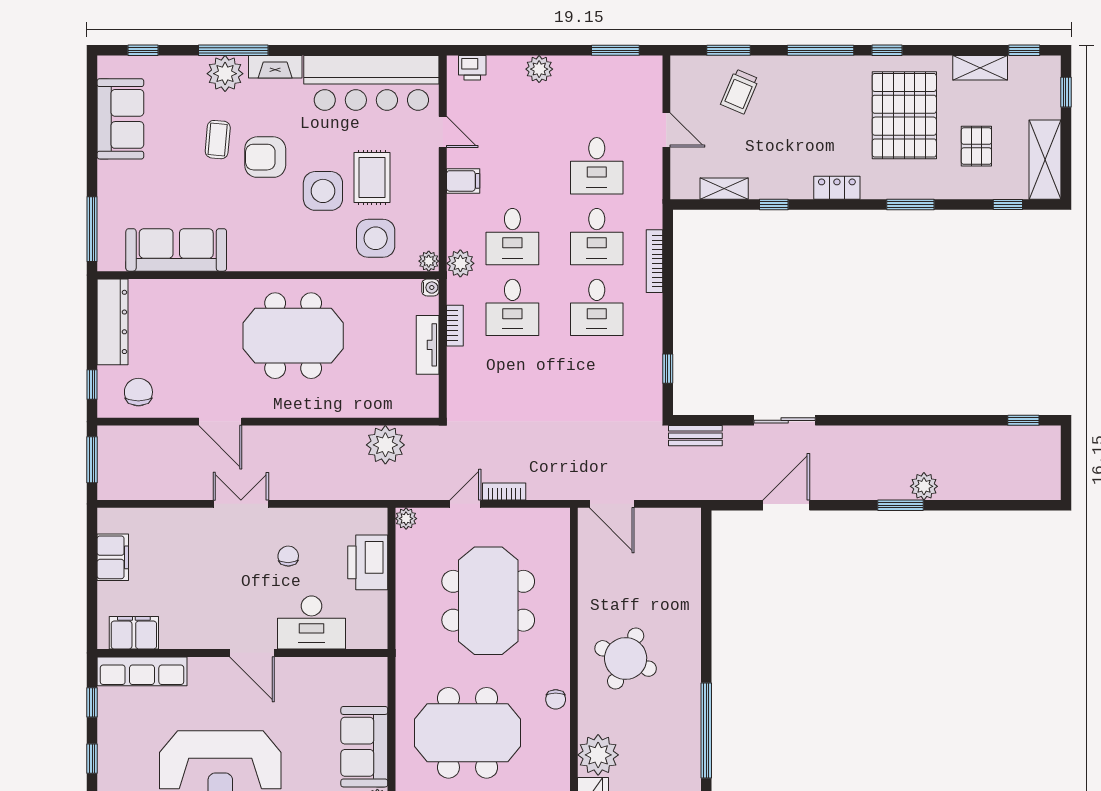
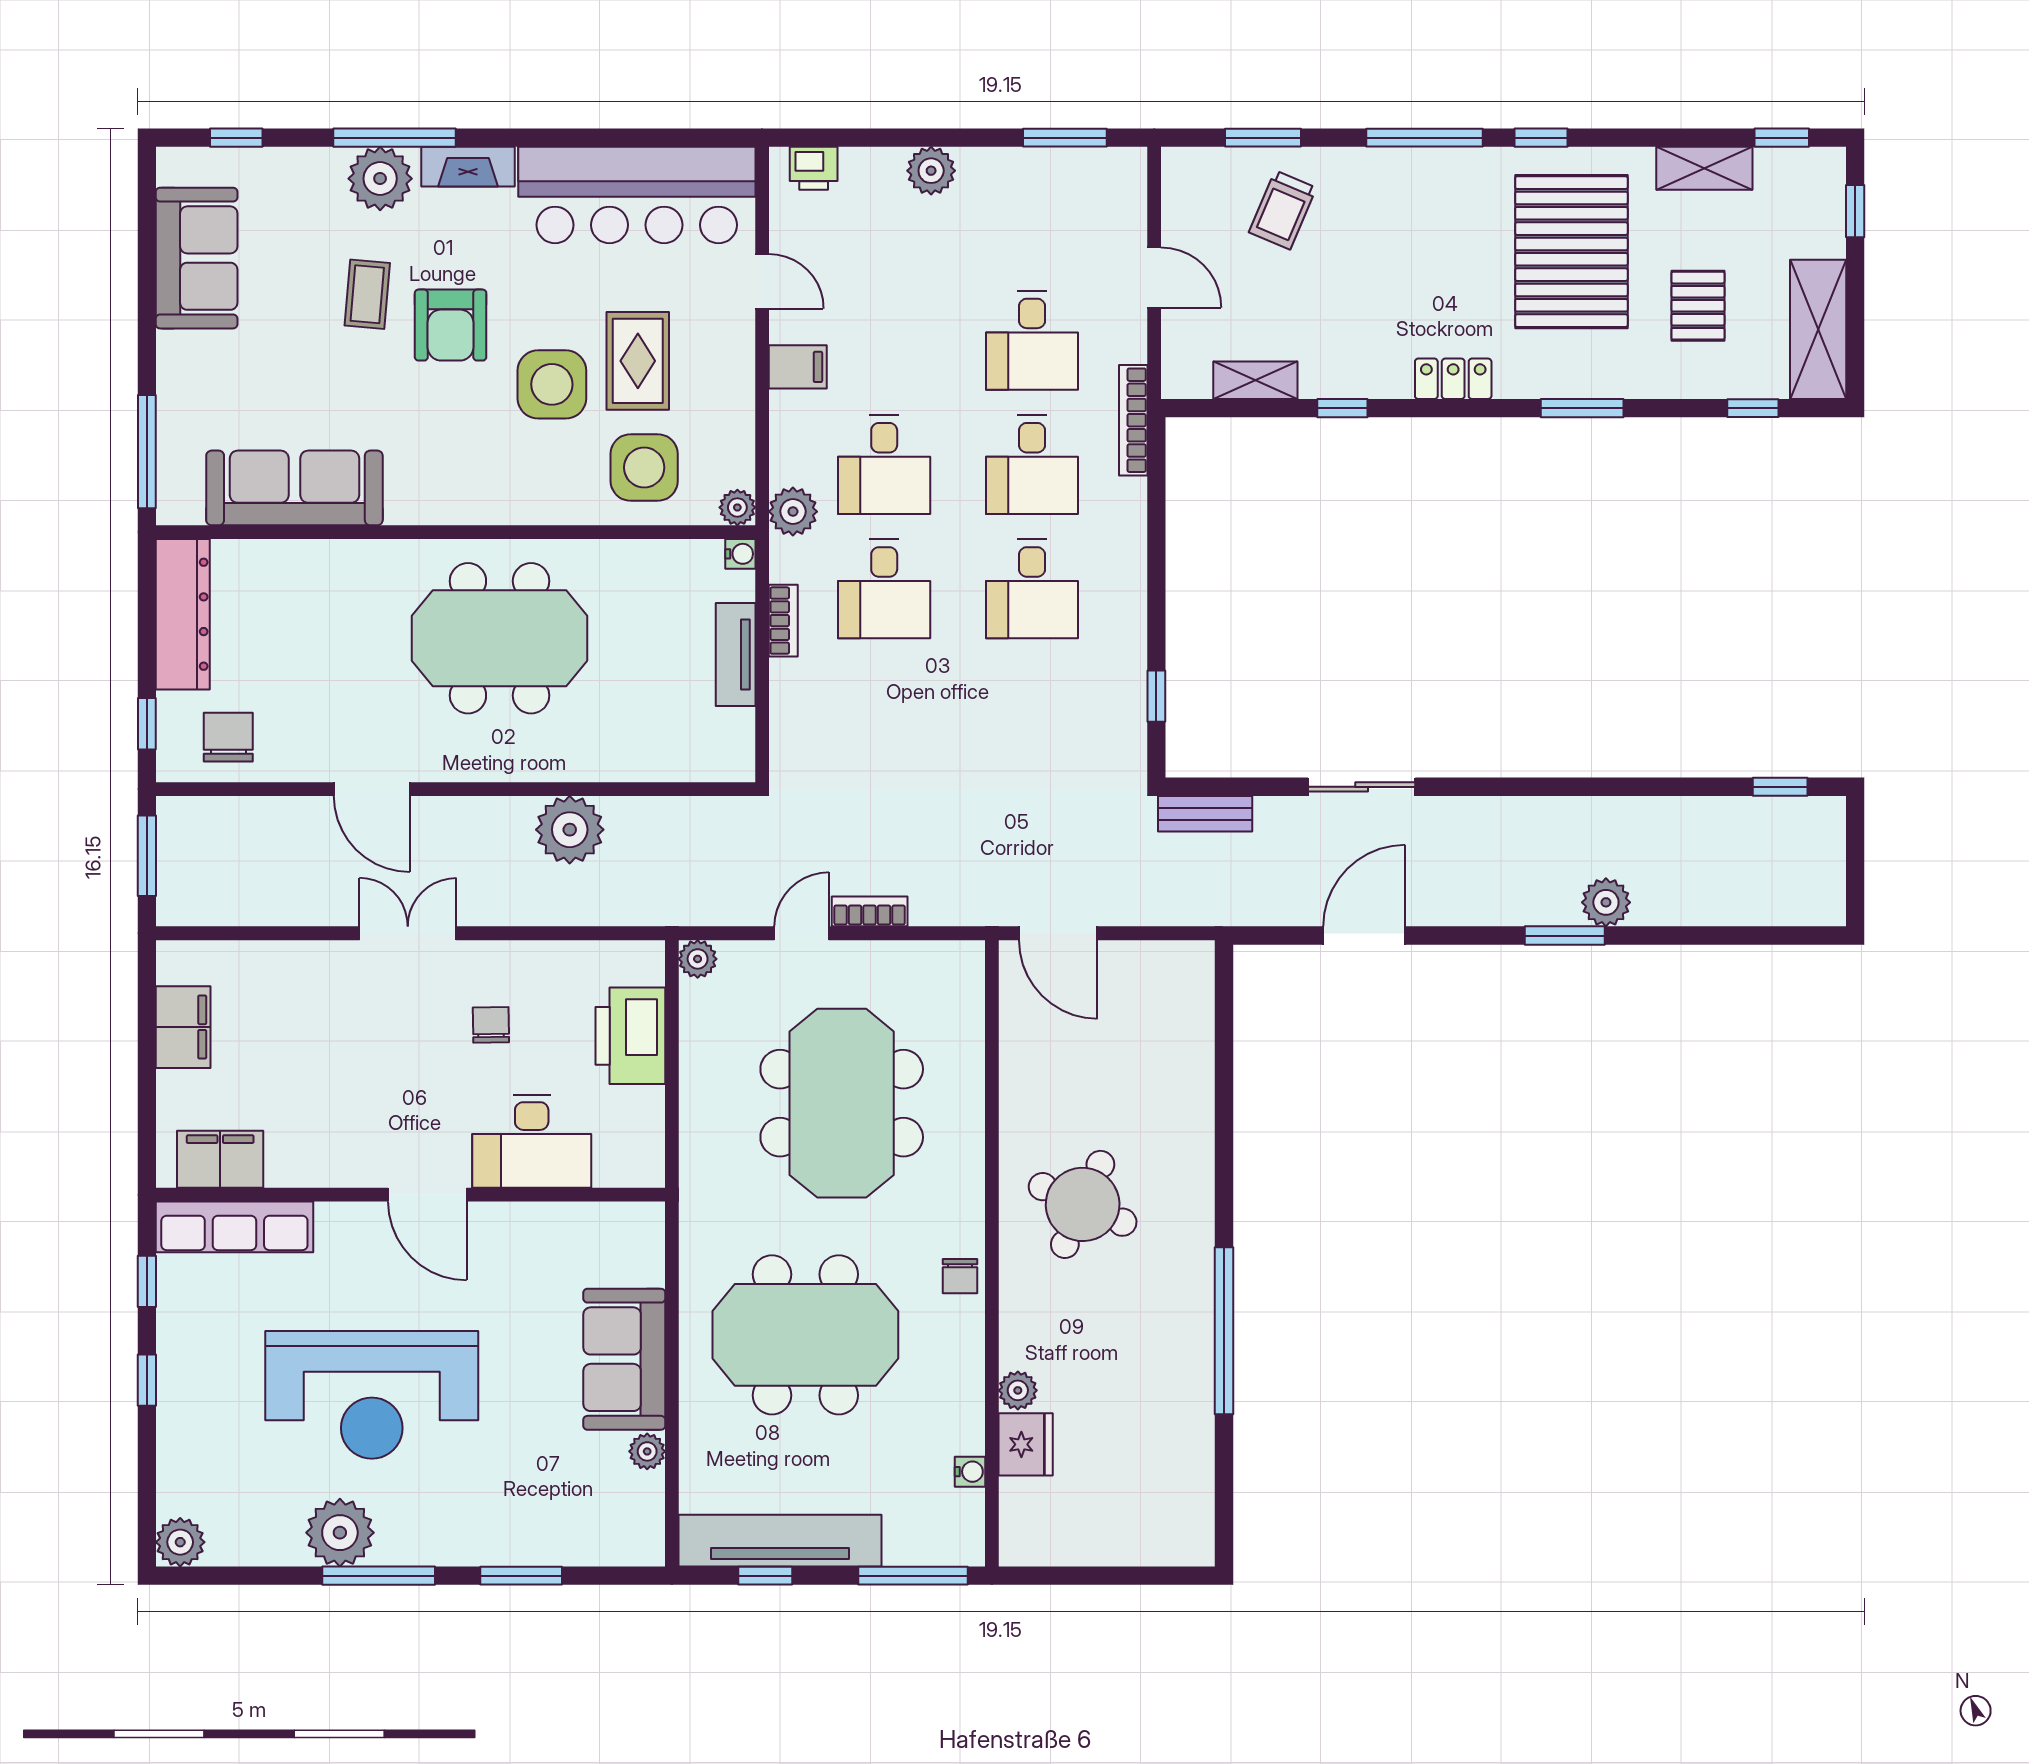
armchair: (265, 157) -> (451, 325), turned -90
bookcase: (654, 261) -> (1133, 420), moved
plant: (385, 445) -> (570, 830), moved
plant: (598, 755) -> (1018, 1390), width x0.53, depth x0.53

